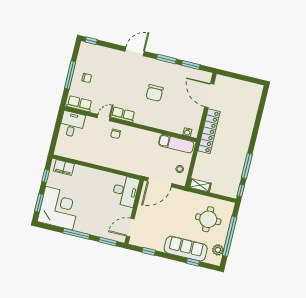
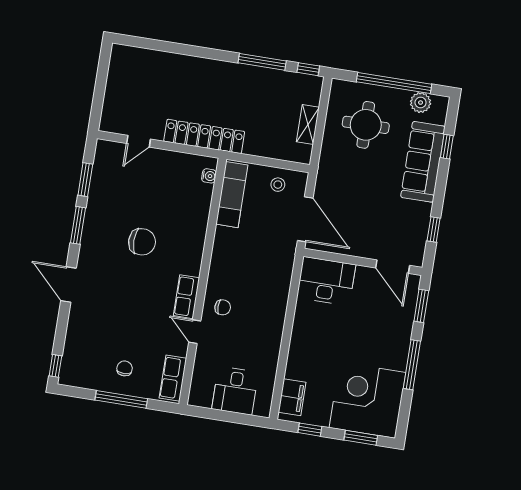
door: (209, 95) -> (139, 141), width x0.53
desk: (72, 124) -> (235, 391), moved, turned -90
shelving: (200, 185) -> (308, 125), moved

